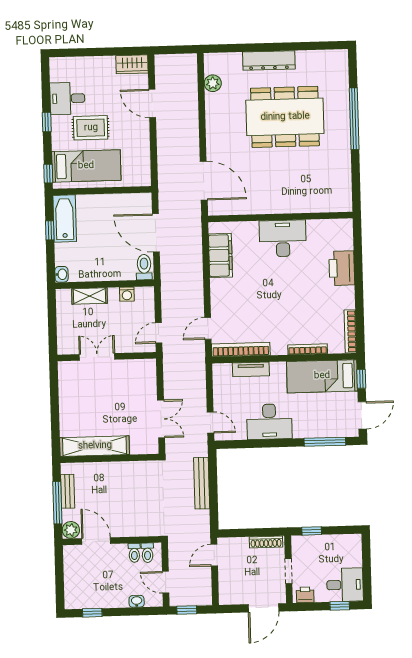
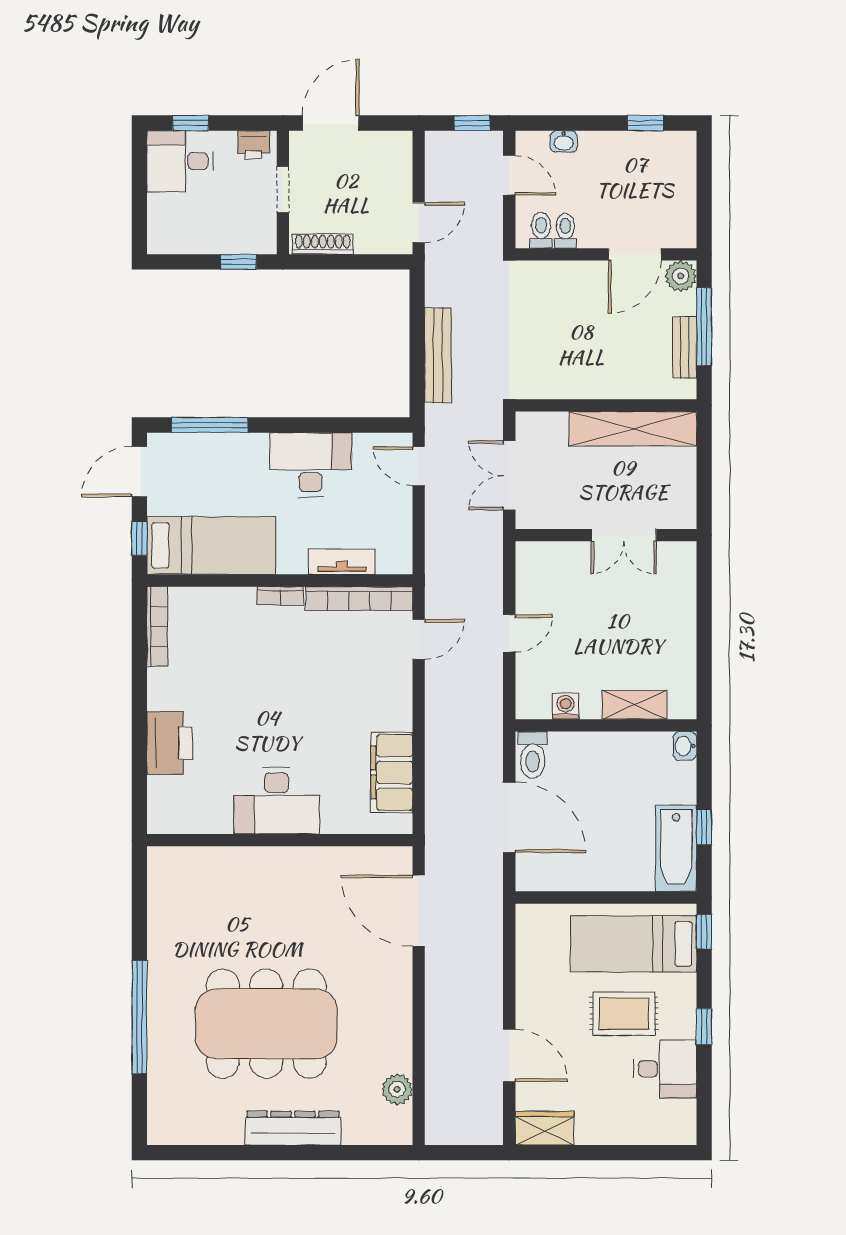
bookcase: (308, 349) -> (280, 596), moved, width x0.64
double door: (97, 357) -> (624, 535), moved
wall: (107, 357) -> (606, 535), moved
door: (96, 541) -> (635, 254), hinge flipped

